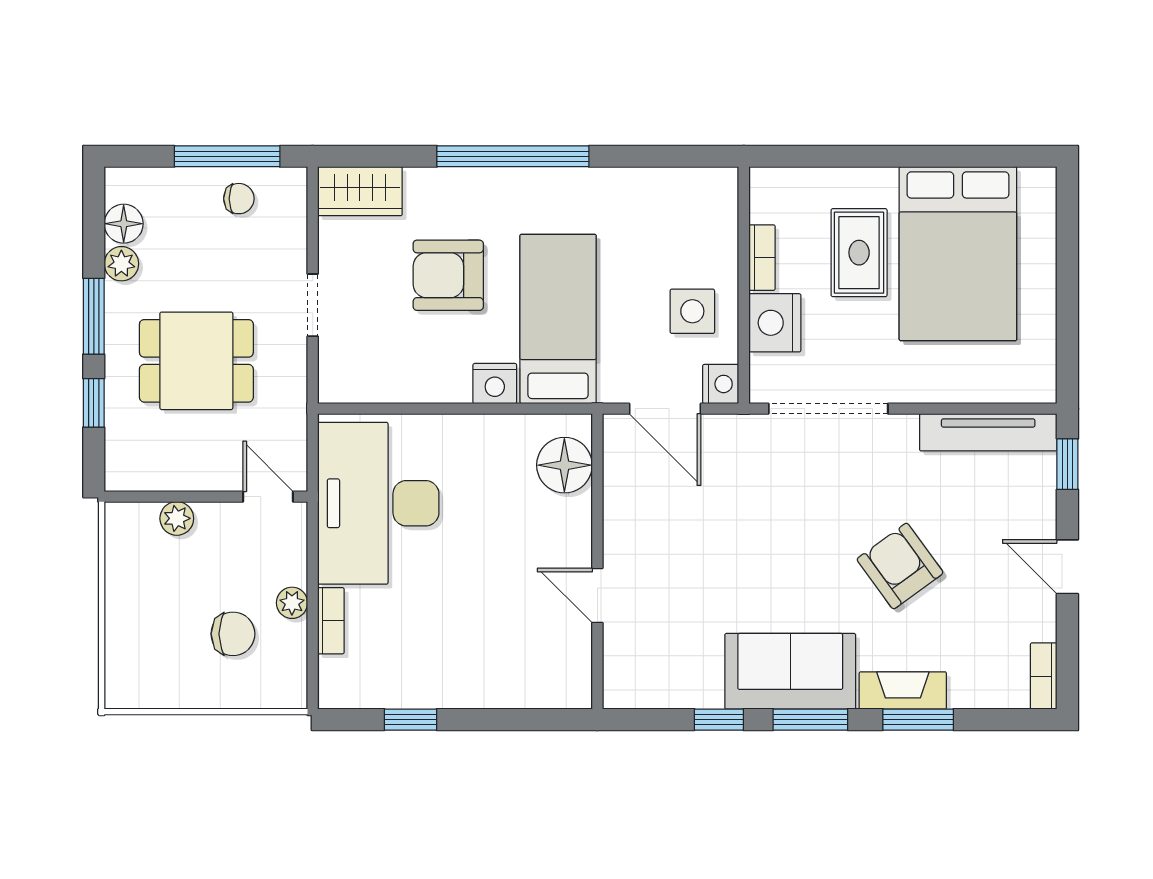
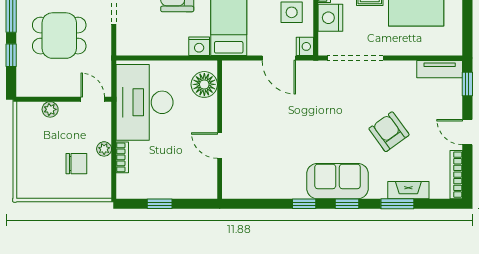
tv unit: (988, 432) -> (440, 69), width x0.71
floor lamp: (564, 465) -> (204, 84), moved
wall: (597, 561) -> (220, 130), moved
door: (597, 596) -> (220, 146), moved
bookcase: (1044, 676) -> (456, 175), width x1.56
fireplace: (903, 690) -> (408, 190), moved
window: (810, 720) -> (347, 204), width x0.67

